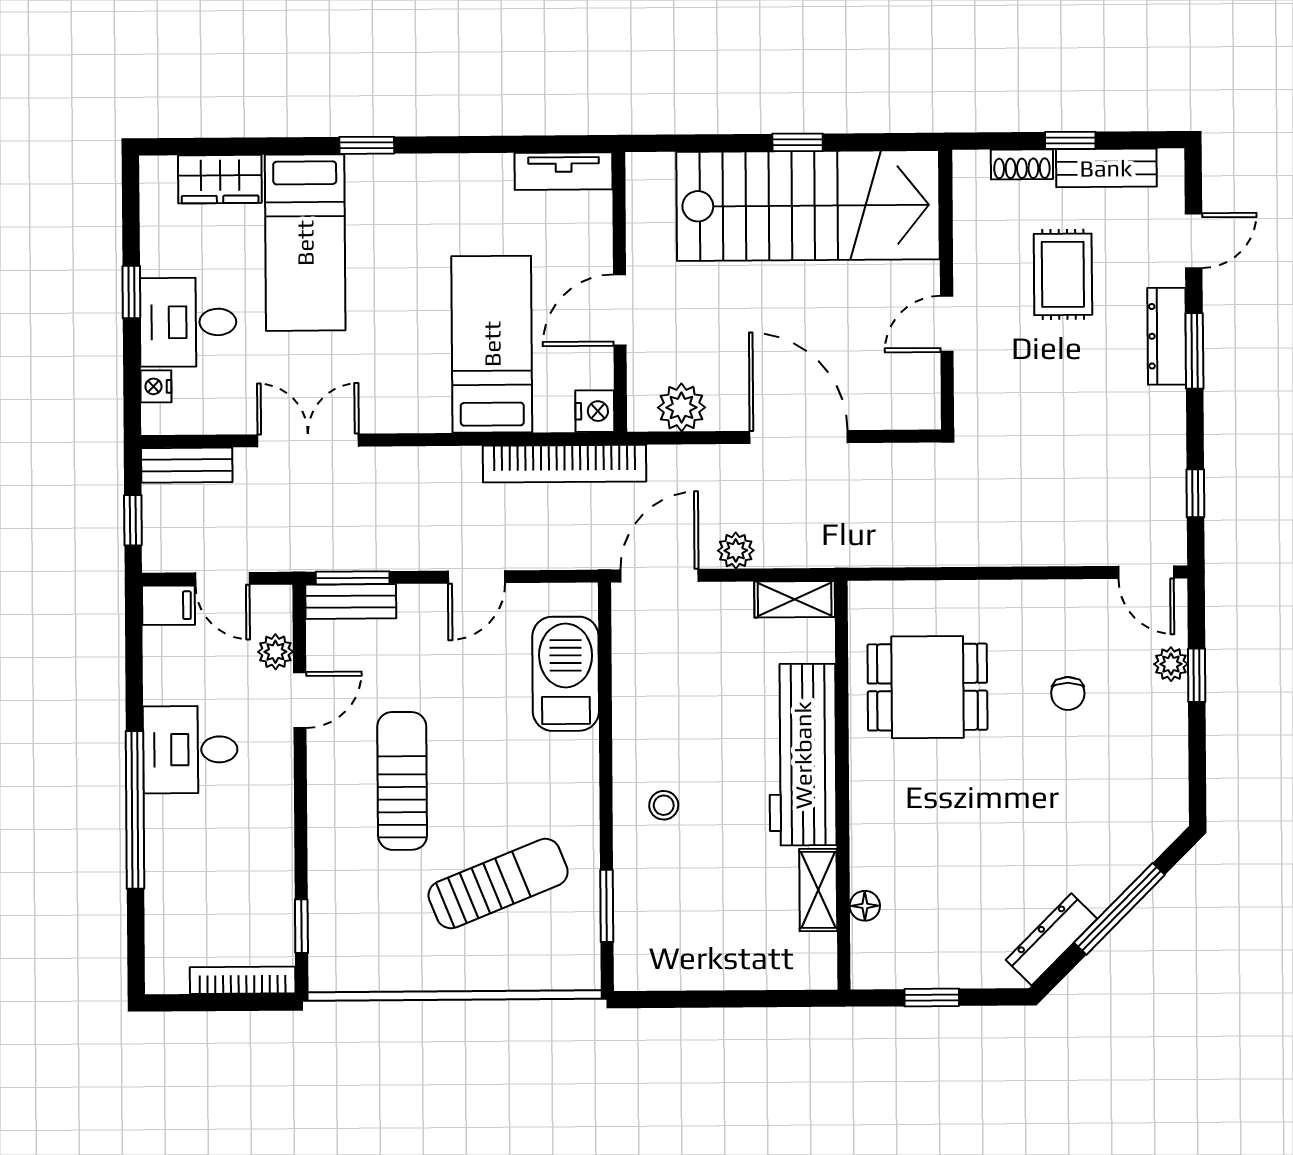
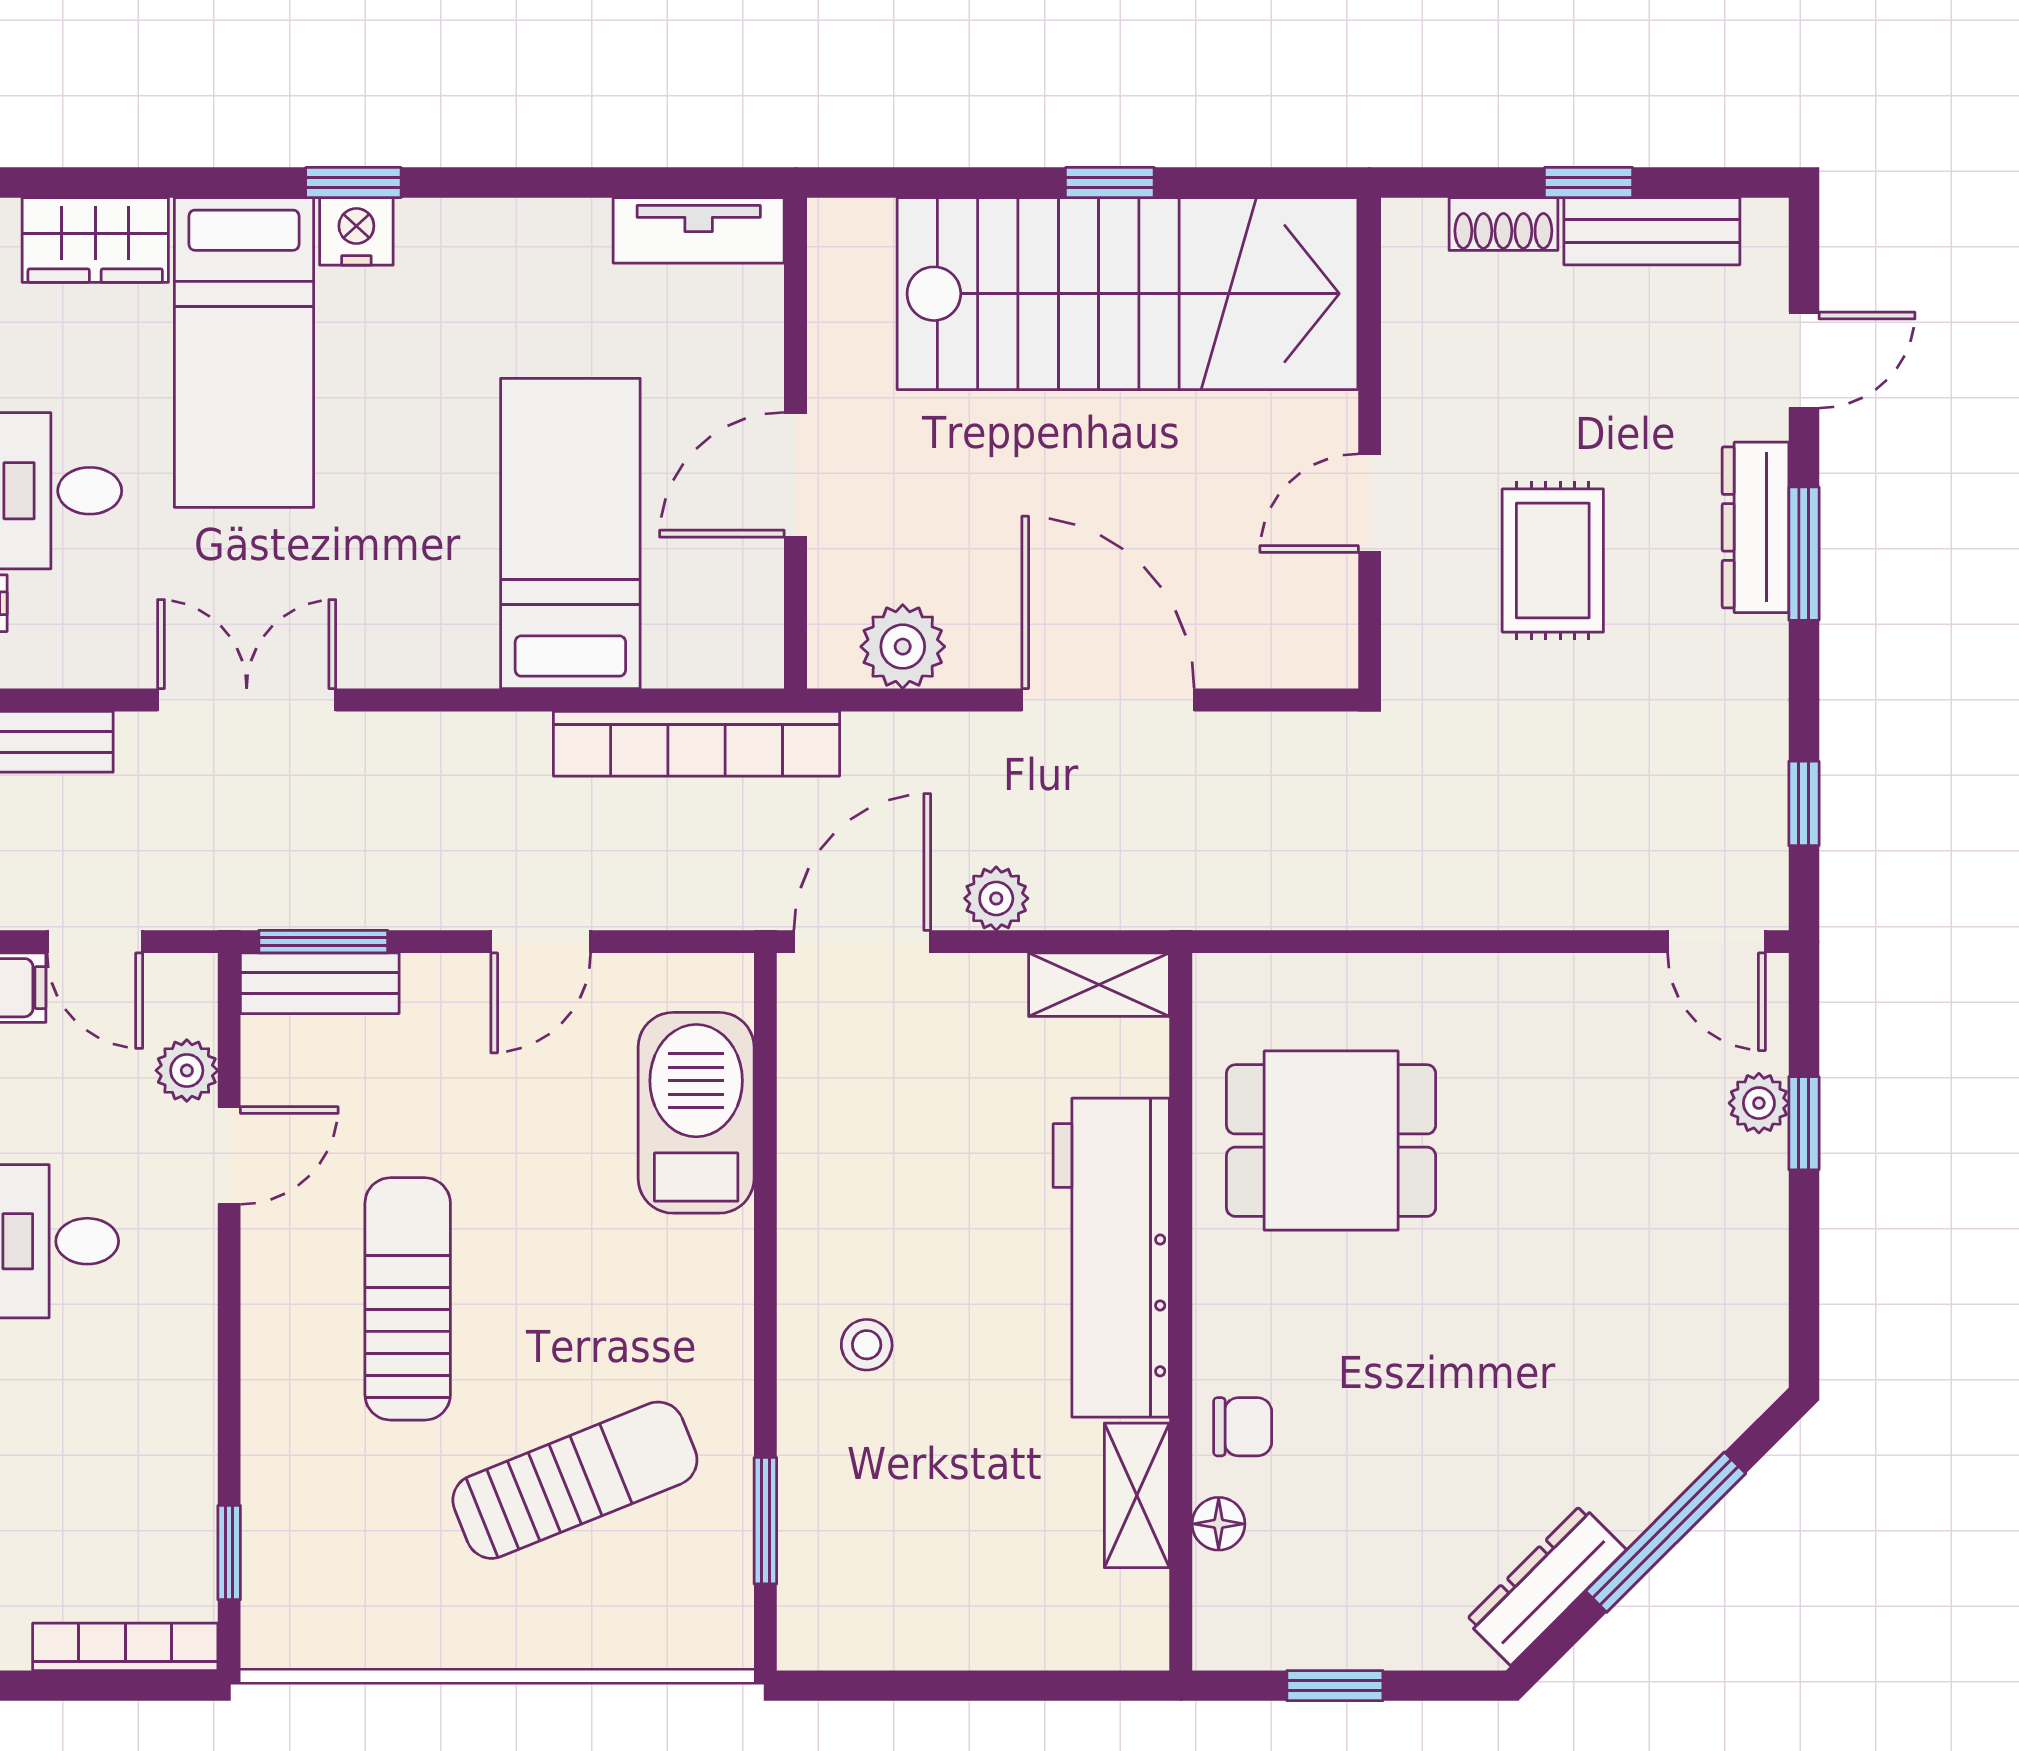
rug: (1063, 274) -> (1553, 561), moved
nightstand: (595, 411) -> (356, 231), moved, turned -90
chair: (1068, 693) -> (1243, 1427), moved, turned -90

